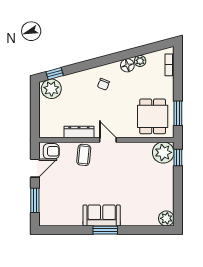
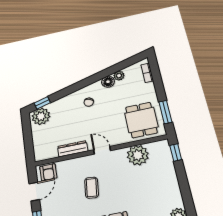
armchair: (51, 151) -> (48, 172), turned 90
plant: (163, 152) -> (138, 155), moved
coffee table: (84, 155) -> (92, 188), moved

